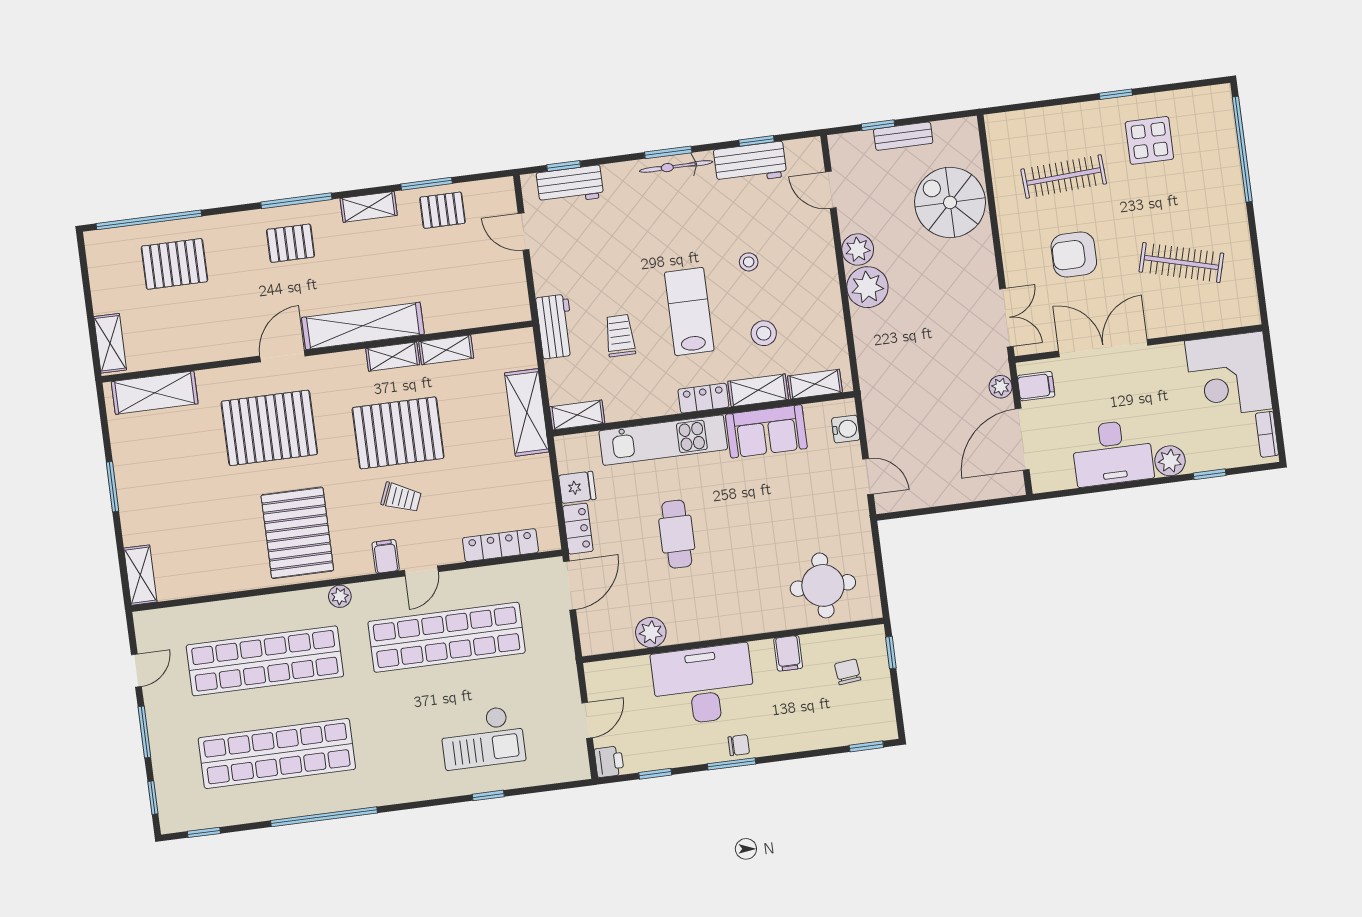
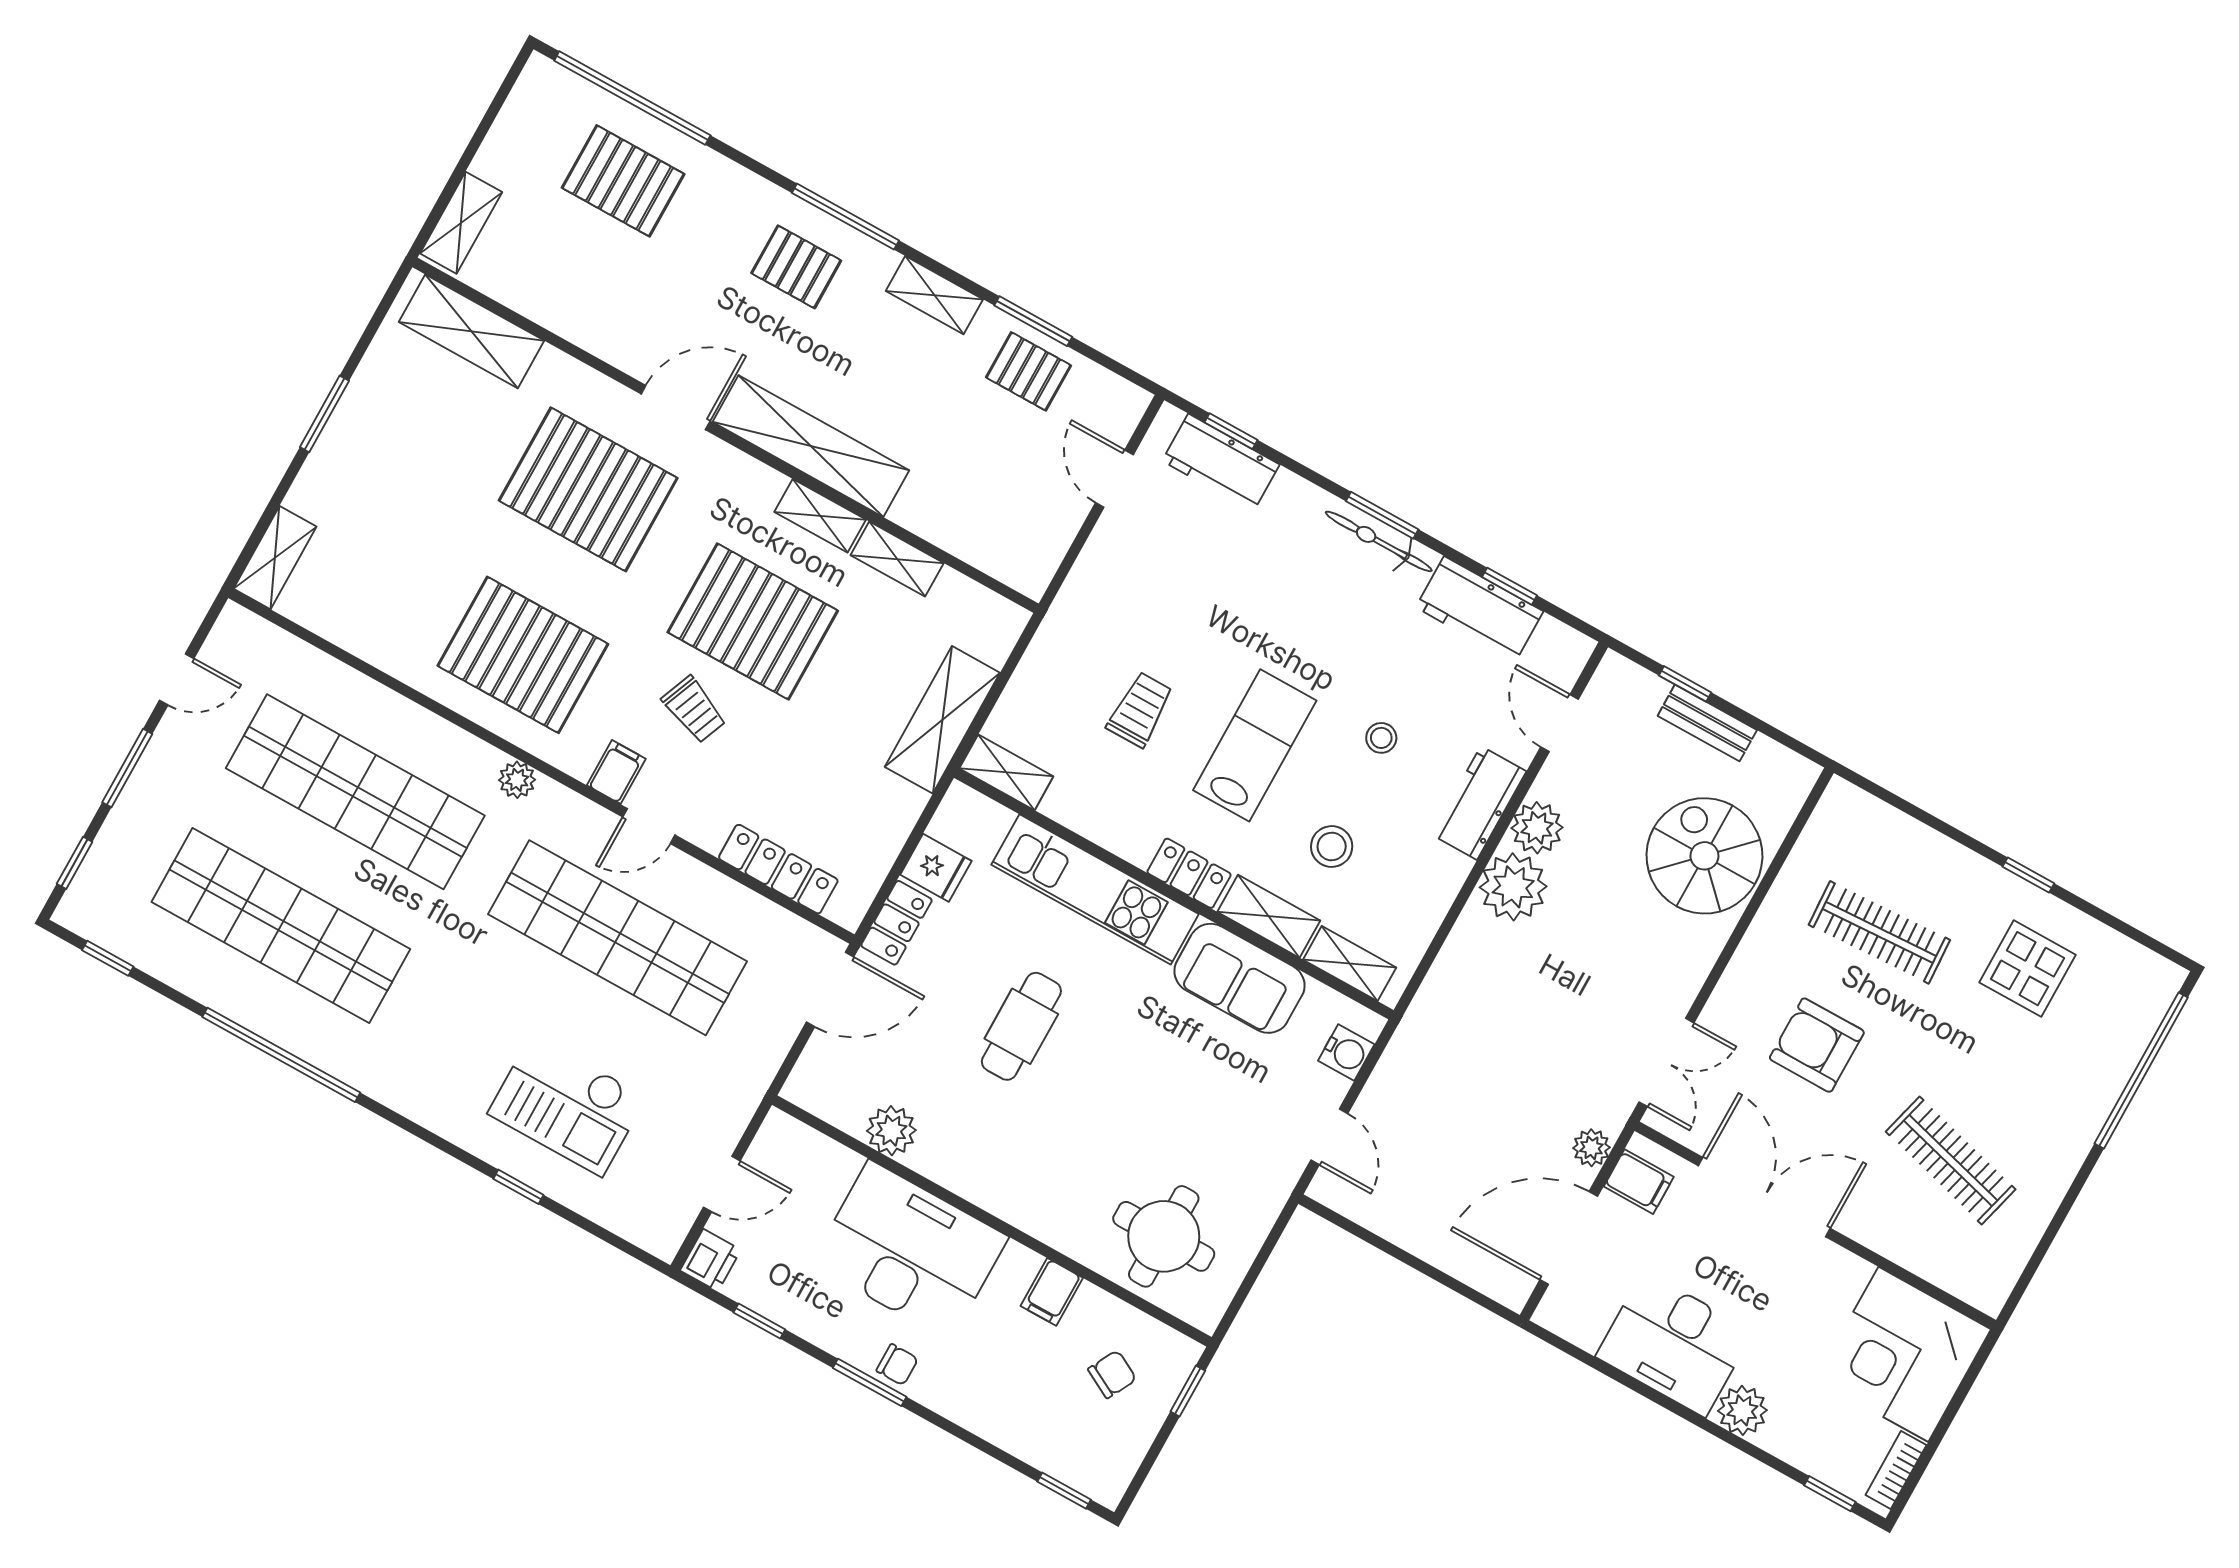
workbench: (555, 326) -> (1479, 803), moved, turned 180
window: (1210, 474) -> (1830, 1494), moved
pallet: (297, 533) -> (523, 655), turned 90
chair: (848, 672) -> (1112, 1374), turned 34

